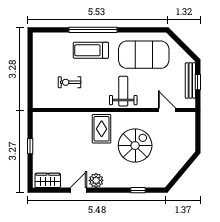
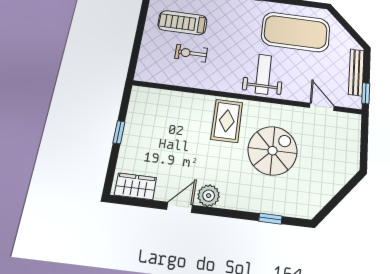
treadmill: (91, 50) -> (182, 23), moved
window: (198, 82) -> (366, 93), moved

